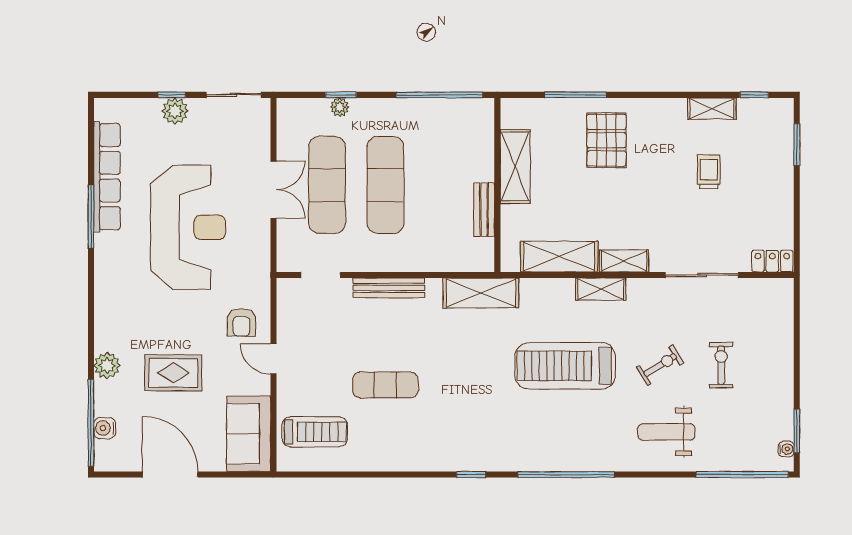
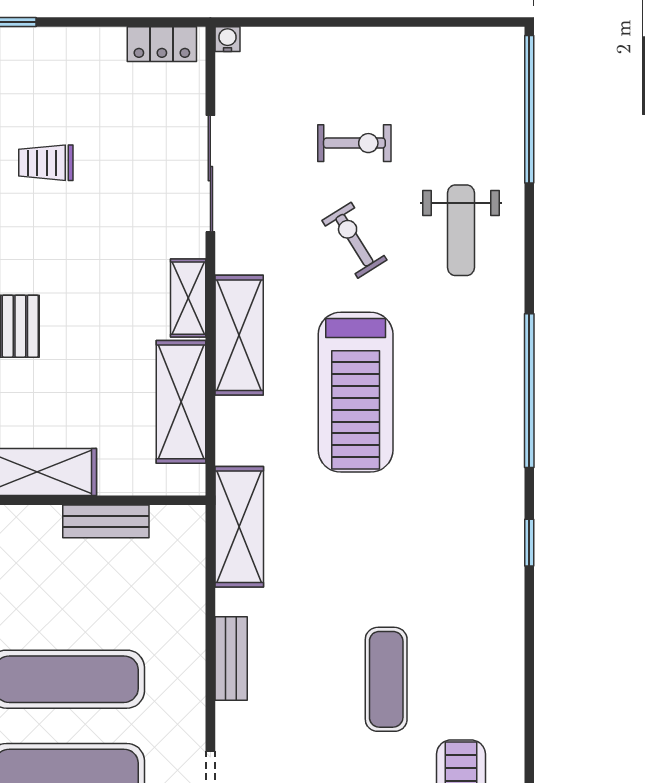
locker: (772, 261) -> (162, 44), moved, turned -90
bench: (389, 288) -> (231, 659), width x0.73
shelving: (601, 289) -> (239, 335), width x1.50, depth x1.33
exercise bike: (721, 365) -> (354, 143), turned 180
window: (797, 431) -> (459, 22), removed
water cooler: (786, 449) -> (227, 39), moved

